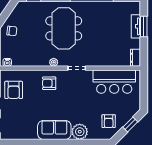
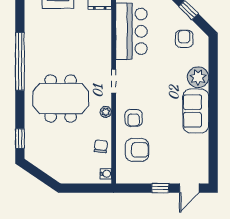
chair: (12, 31) -> (101, 146), moved
armchair: (14, 90) -> (137, 150), moved
armchair: (109, 121) -> (184, 39), turned -90

